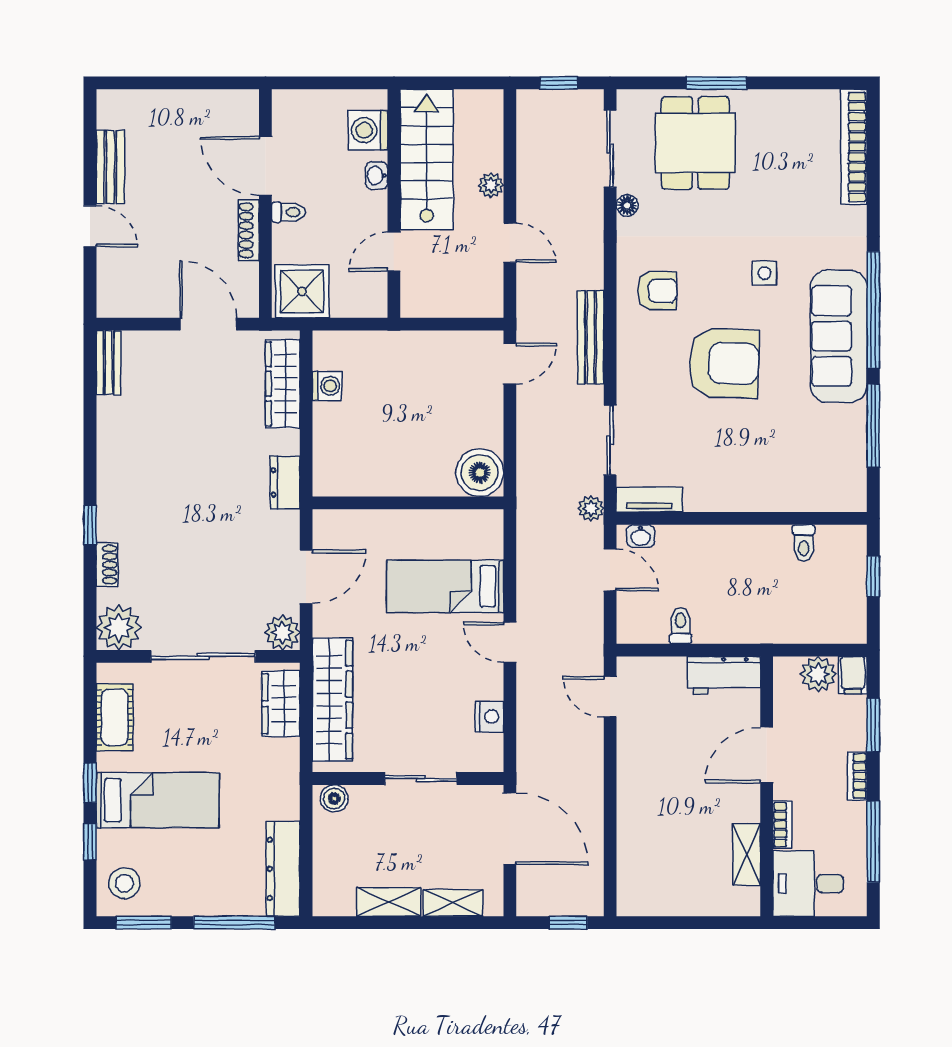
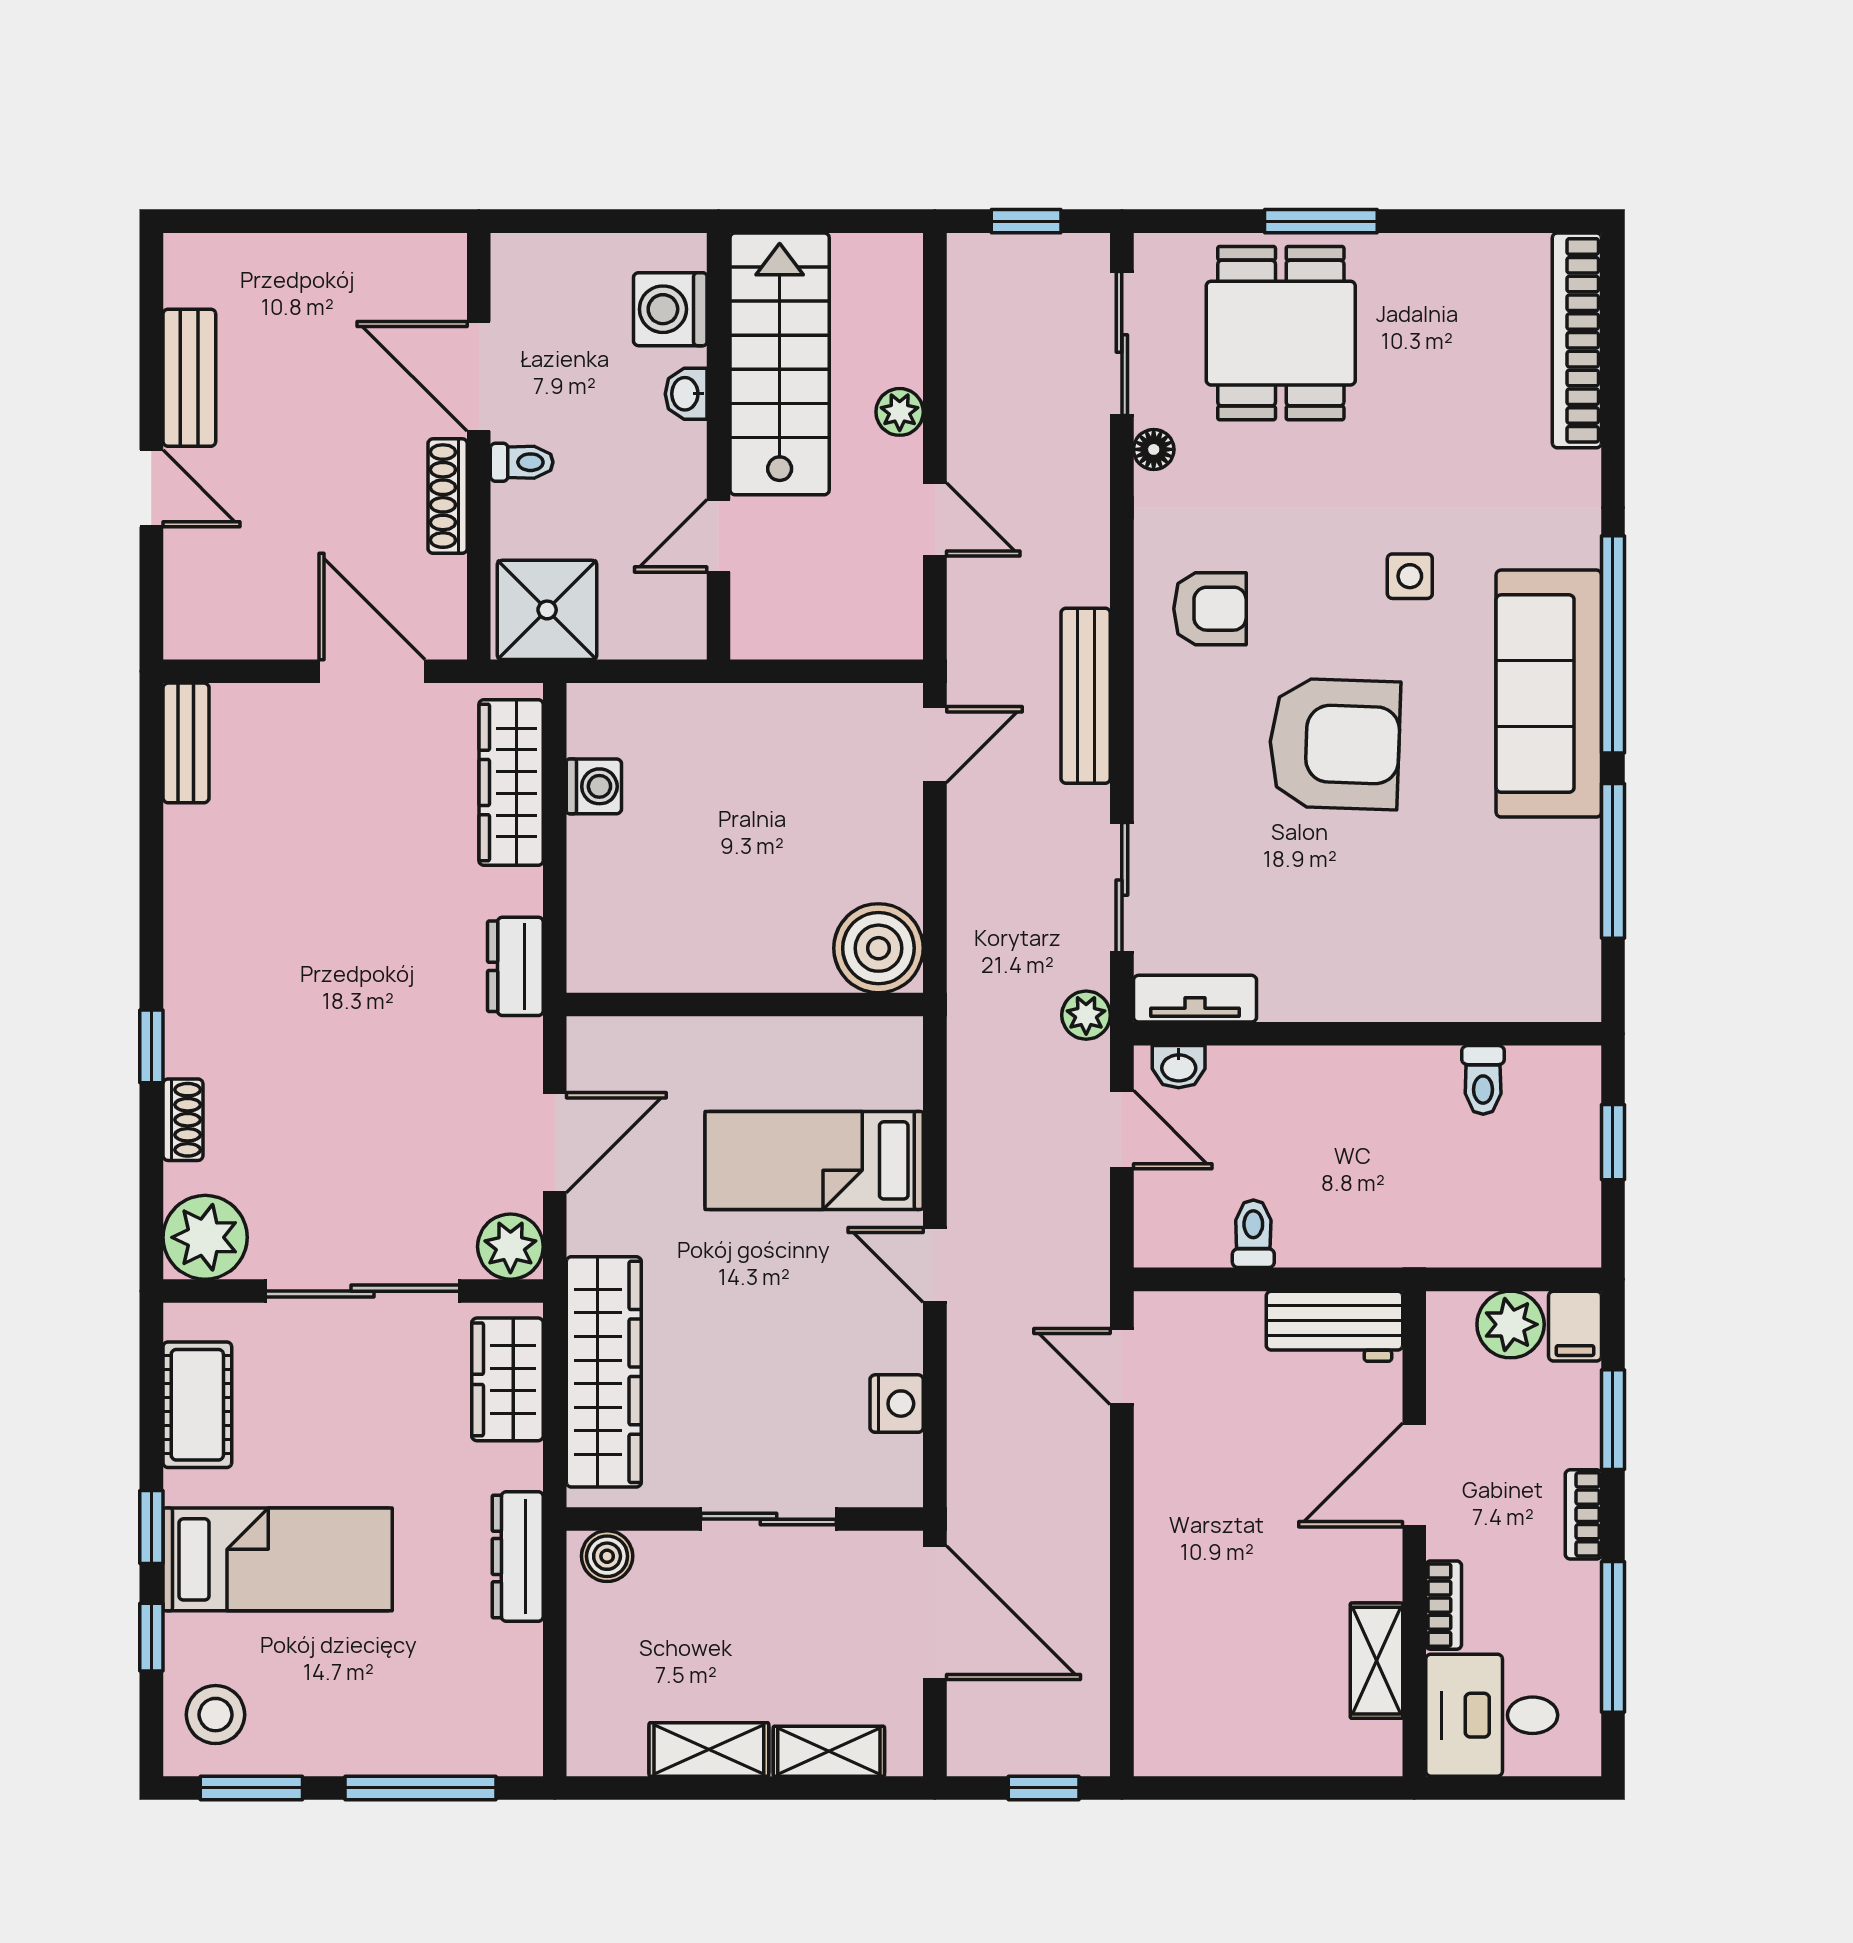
dresser: (283, 869) -> (518, 1557), moved, width x0.73, depth x0.80

